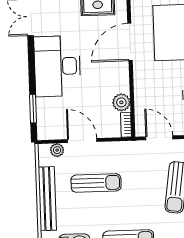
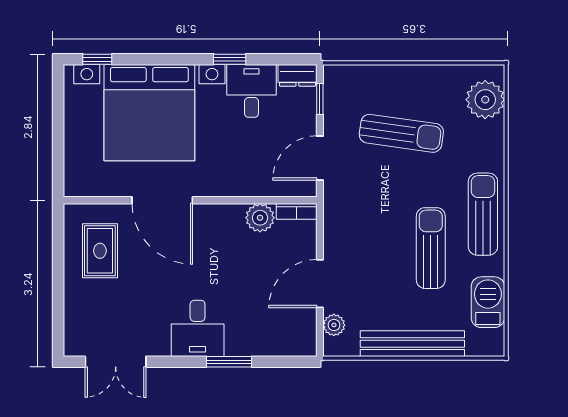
desk: (57, 66) -> (198, 328), width x0.53, depth x0.77
window: (33, 109) -> (229, 362), moved
sun lounger: (96, 183) -> (431, 248), moved

